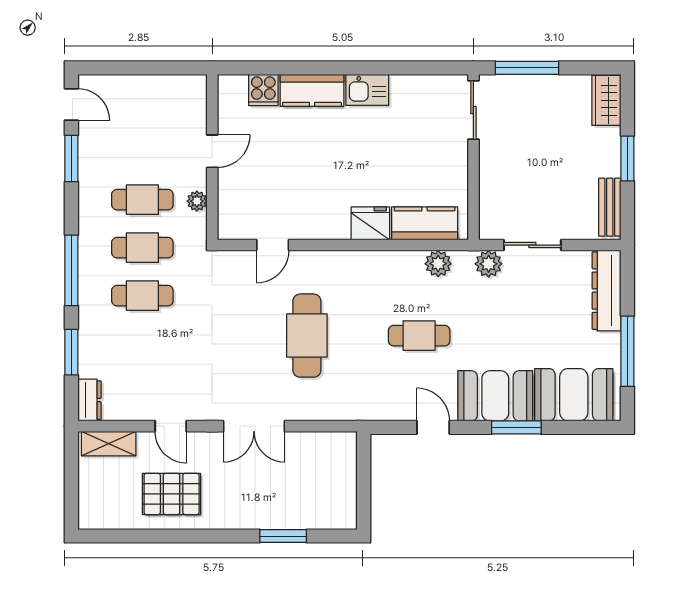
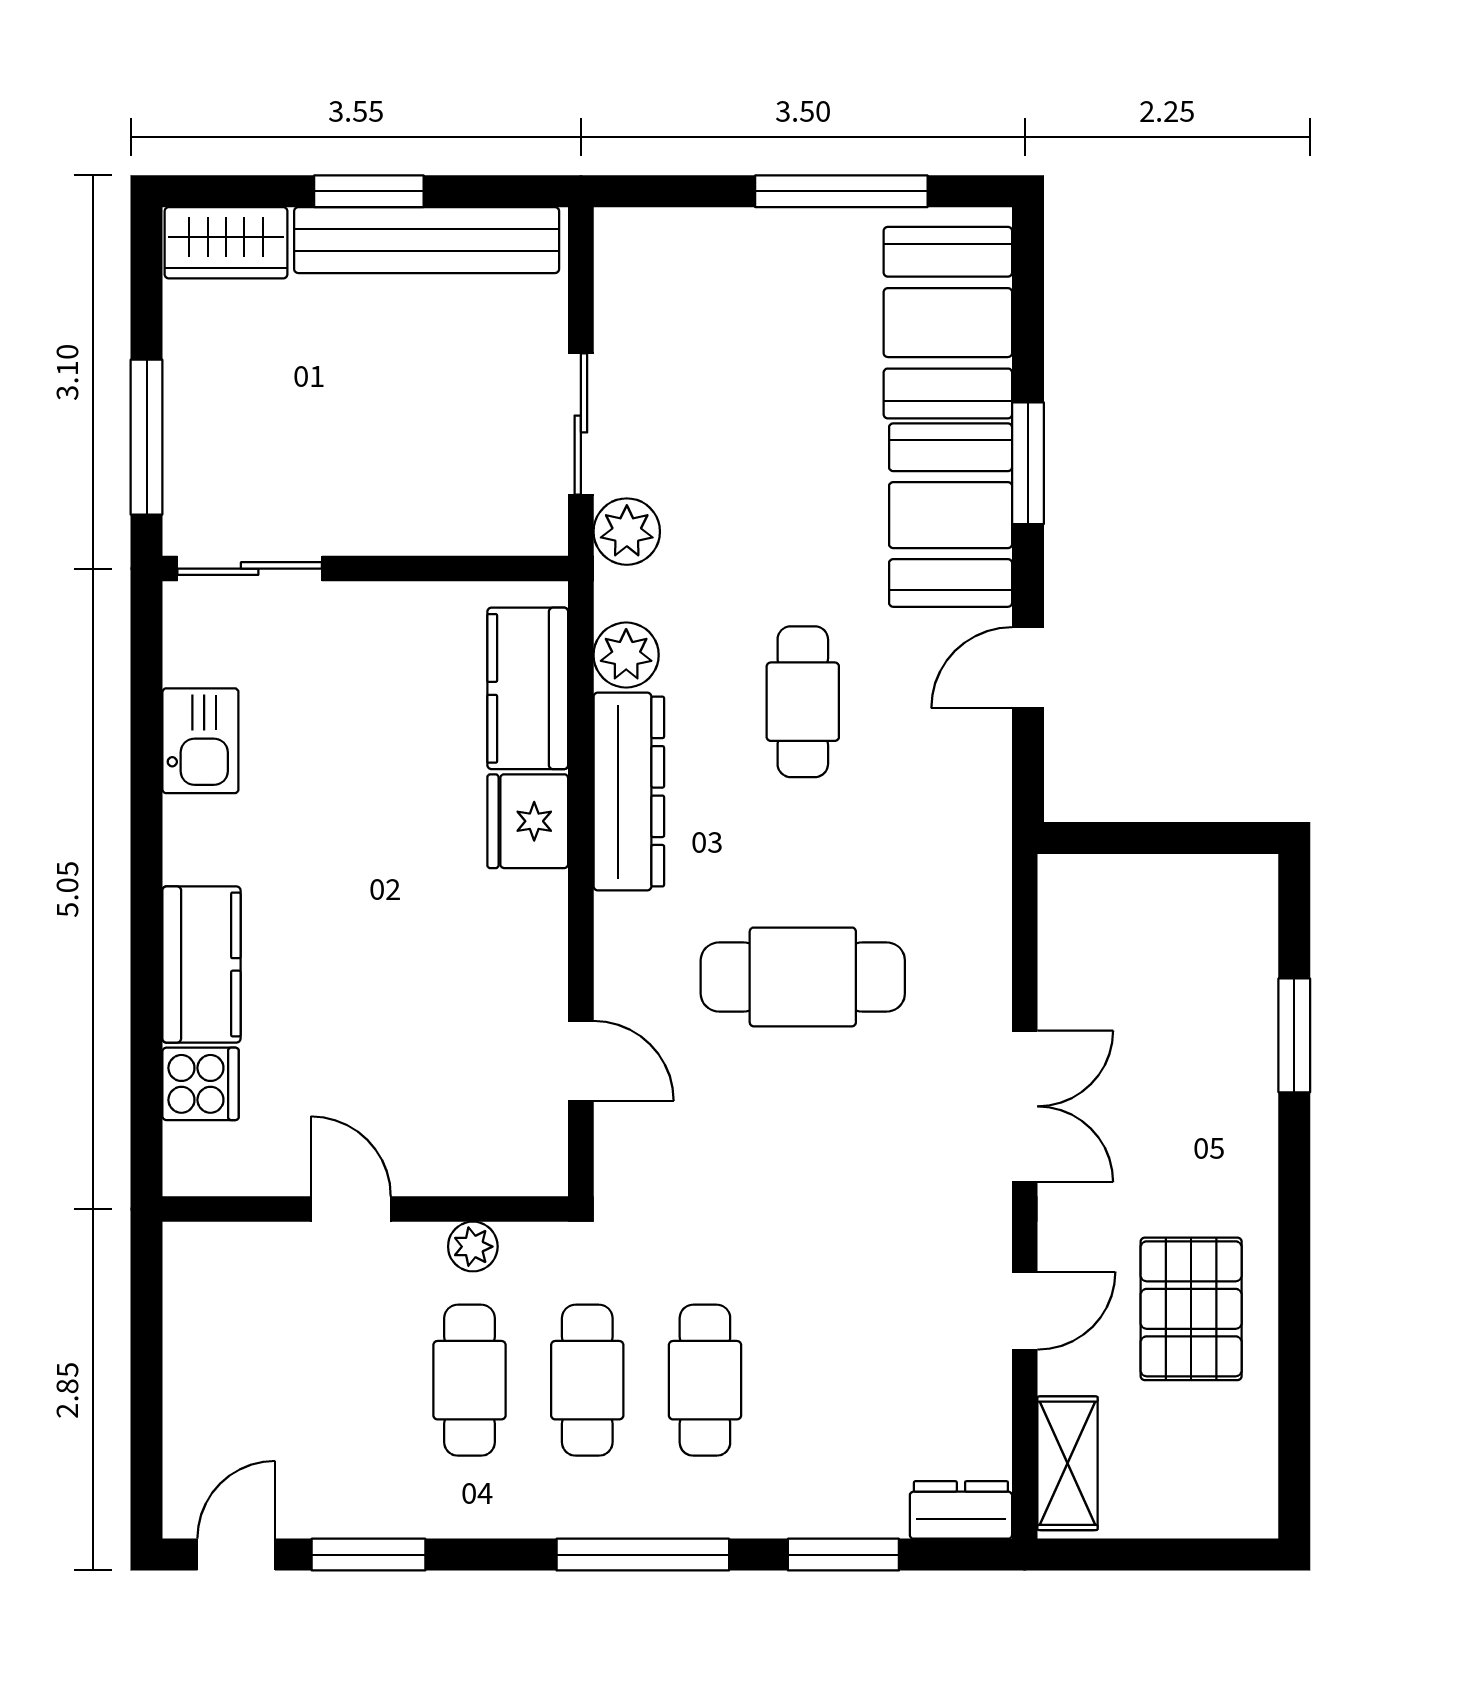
kitchen sink: (367, 90) -> (200, 741), moved
bench: (610, 207) -> (427, 240), width x1.86, depth x1.21
dresser: (606, 291) -> (629, 792), moved, turned -90

